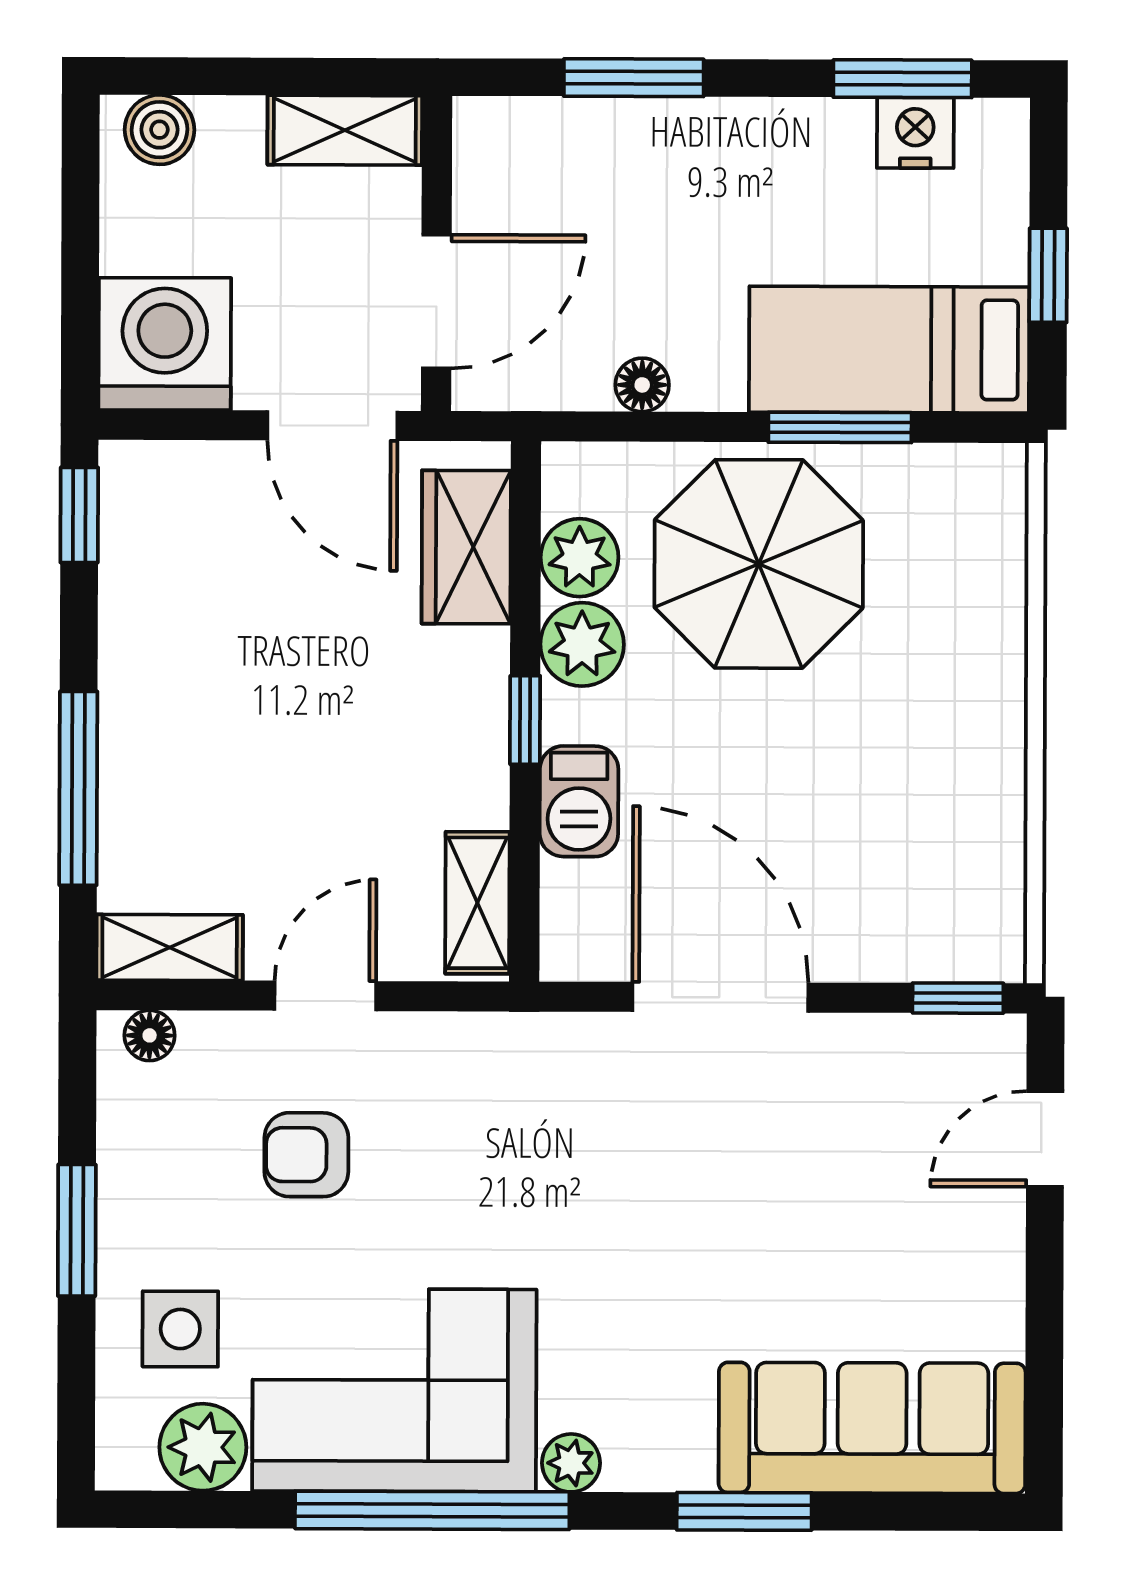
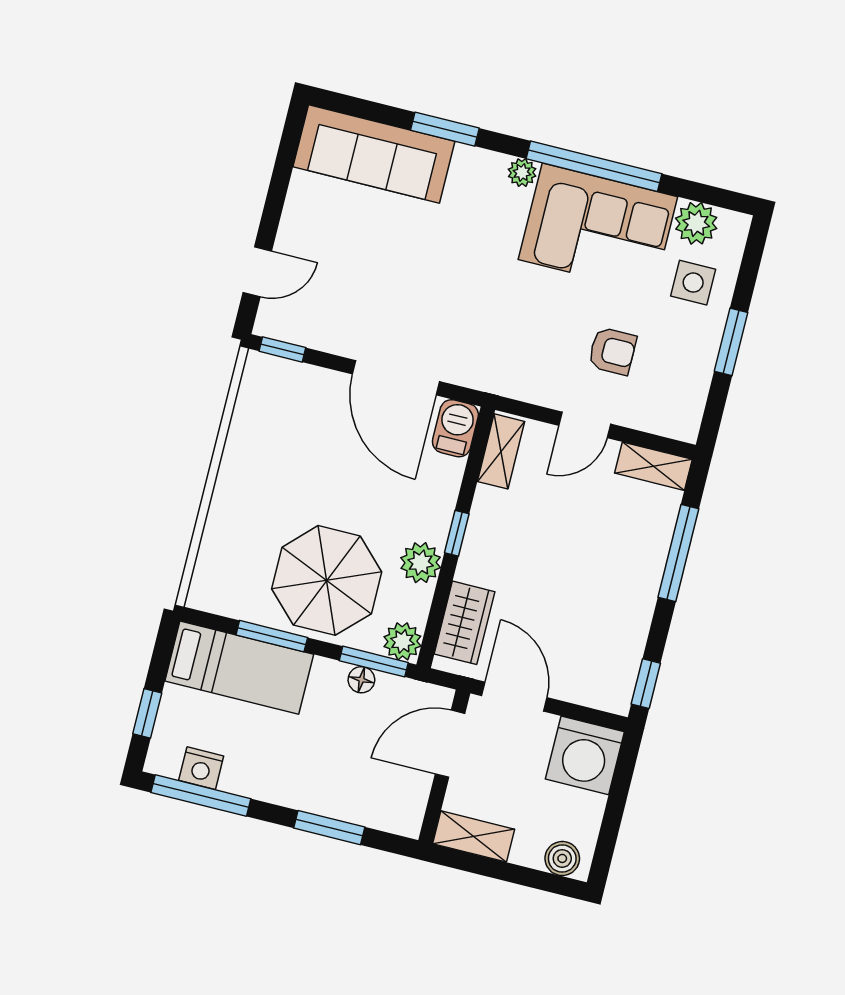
window: (903, 79) -> (201, 796), width x1.44
window: (1048, 275) -> (147, 713), moved
window: (627, 427) -> (374, 662), added
plant: (580, 558) -> (402, 641), moved
barbecue: (579, 801) -> (455, 428), moved
floor lamp: (150, 1035) -> (673, 427), removed

